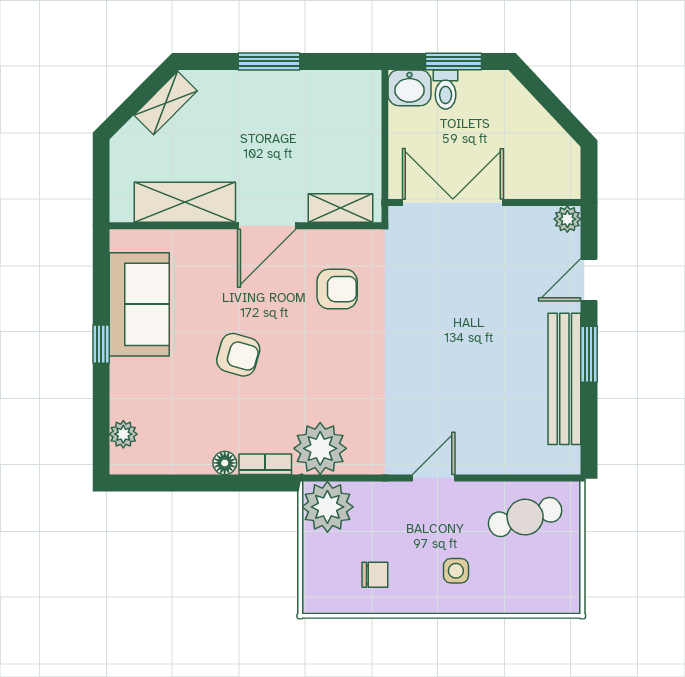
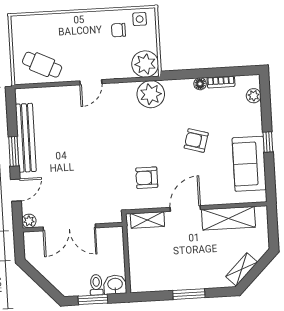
double door: (453, 203) -> (69, 227), moved
bookcase: (265, 464) -> (221, 82), moved
cafe table: (525, 517) -> (42, 65), turned 42
side table: (456, 571) -> (140, 19), moved

